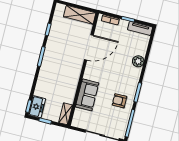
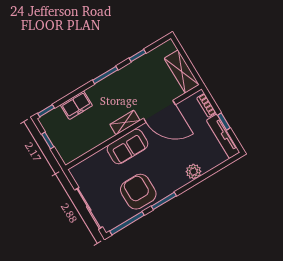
tv unit: (140, 28) -> (223, 136), width x1.41
sofa: (87, 95) -> (127, 146), moved
armchair: (119, 101) -> (138, 192), width x1.88, depth x1.88
freezer: (37, 107) -> (76, 105), moved
shelving: (66, 114) -> (125, 122), moved

